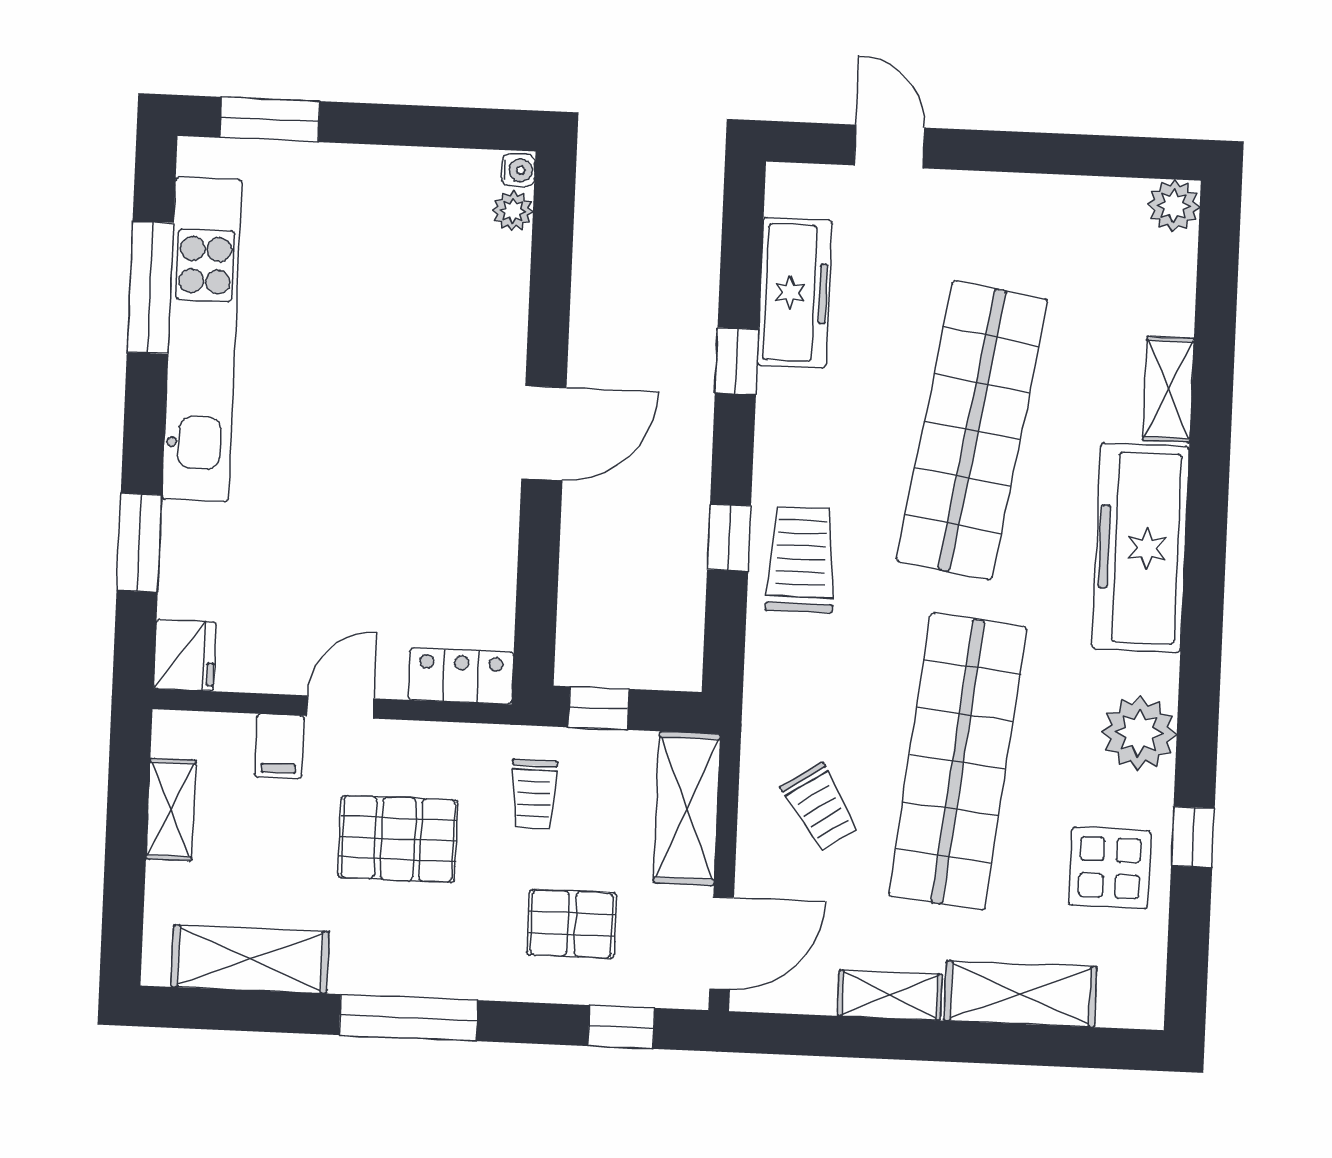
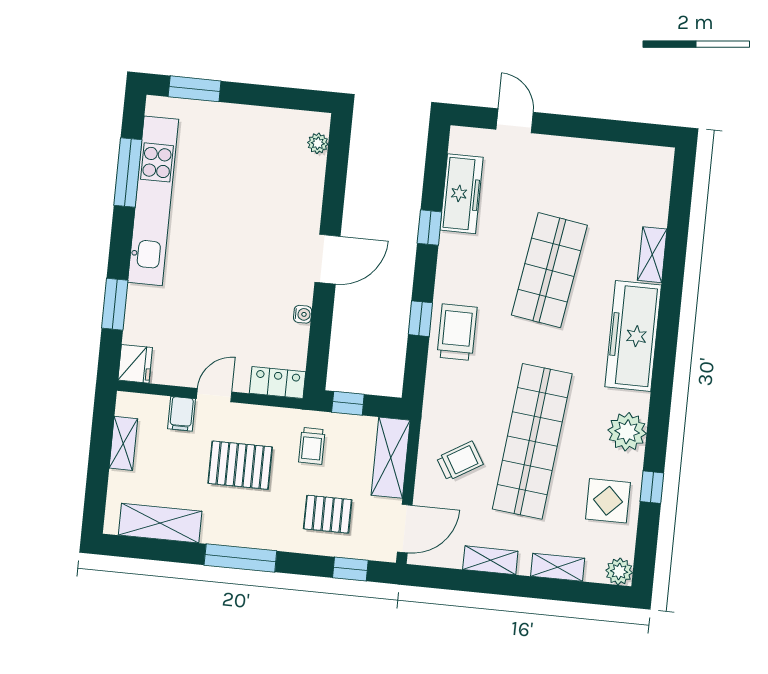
water cooler: (518, 170) -> (303, 314), moved
plant: (1174, 206) -> (619, 571), moved
shop shelf: (972, 430) -> (549, 270), width x0.71
trolley: (820, 807) -> (460, 461), turned -88
shelving: (1021, 994) -> (558, 567), width x0.67, depth x0.75

